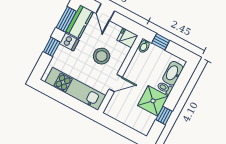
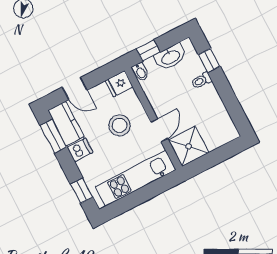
window: (52, 47) -> (82, 191), moved
washbasin: (173, 73) -> (170, 57), moved, turned -90
shower: (153, 101) -> (189, 146), moved
window: (164, 115) -> (209, 60), moved

